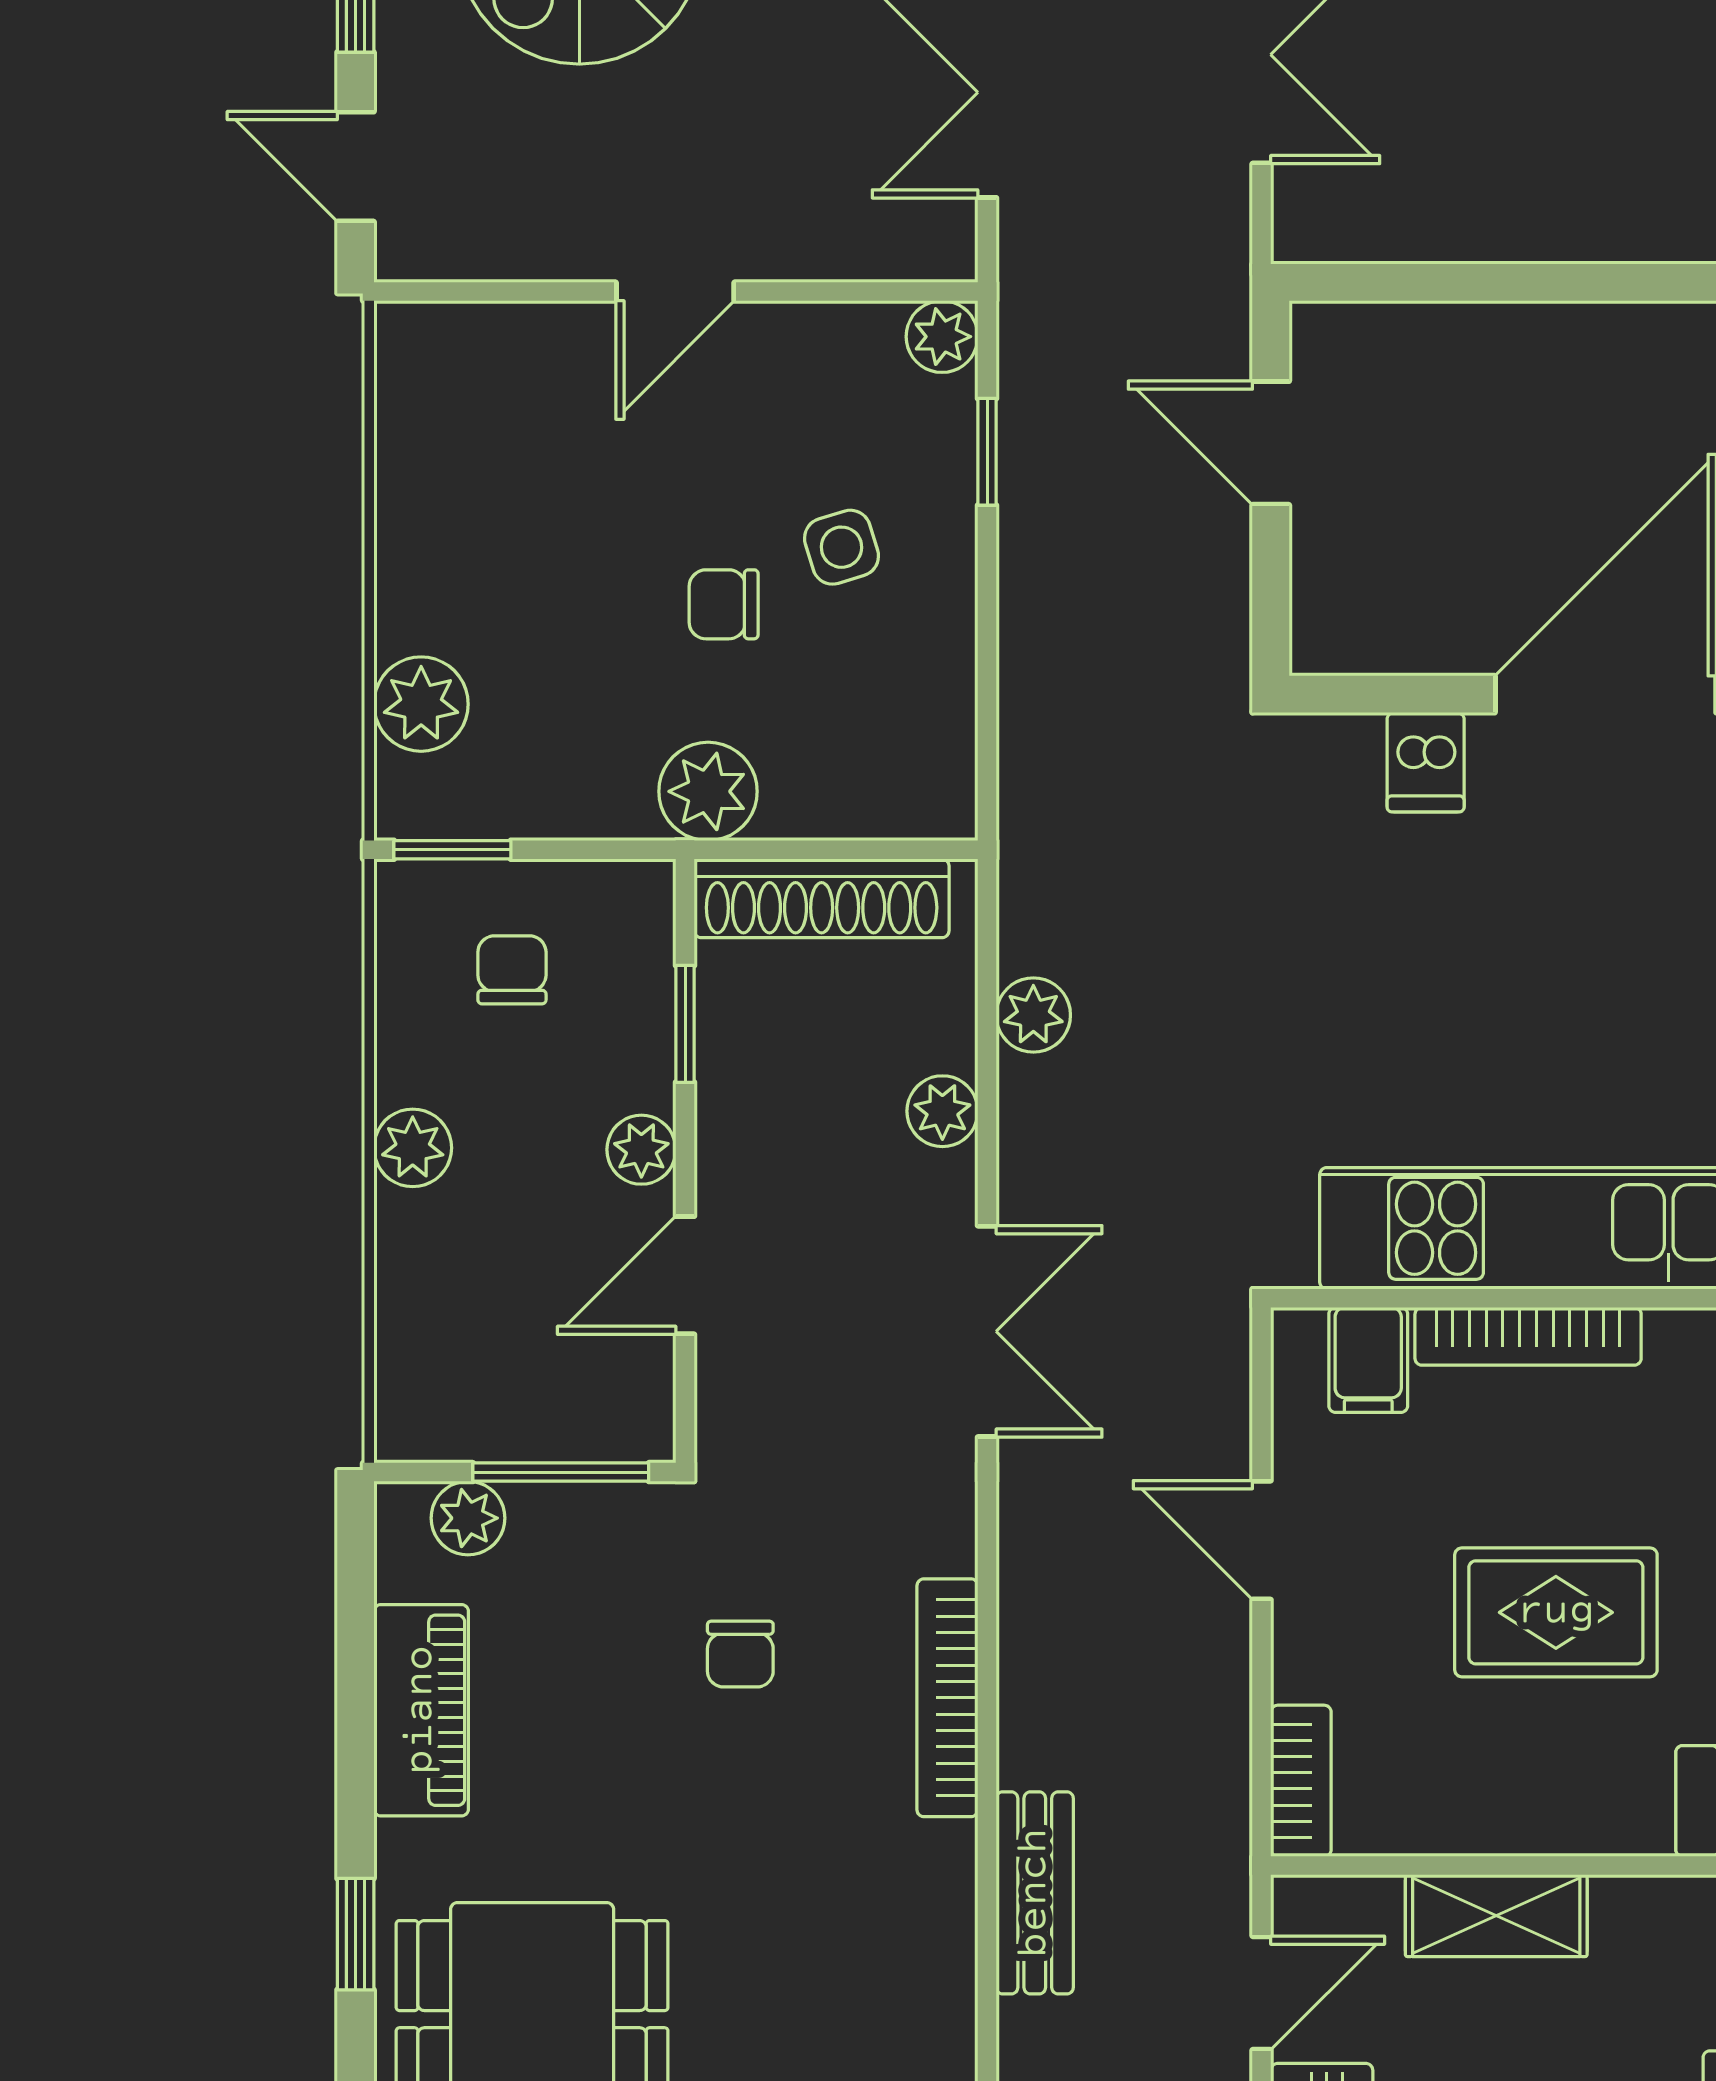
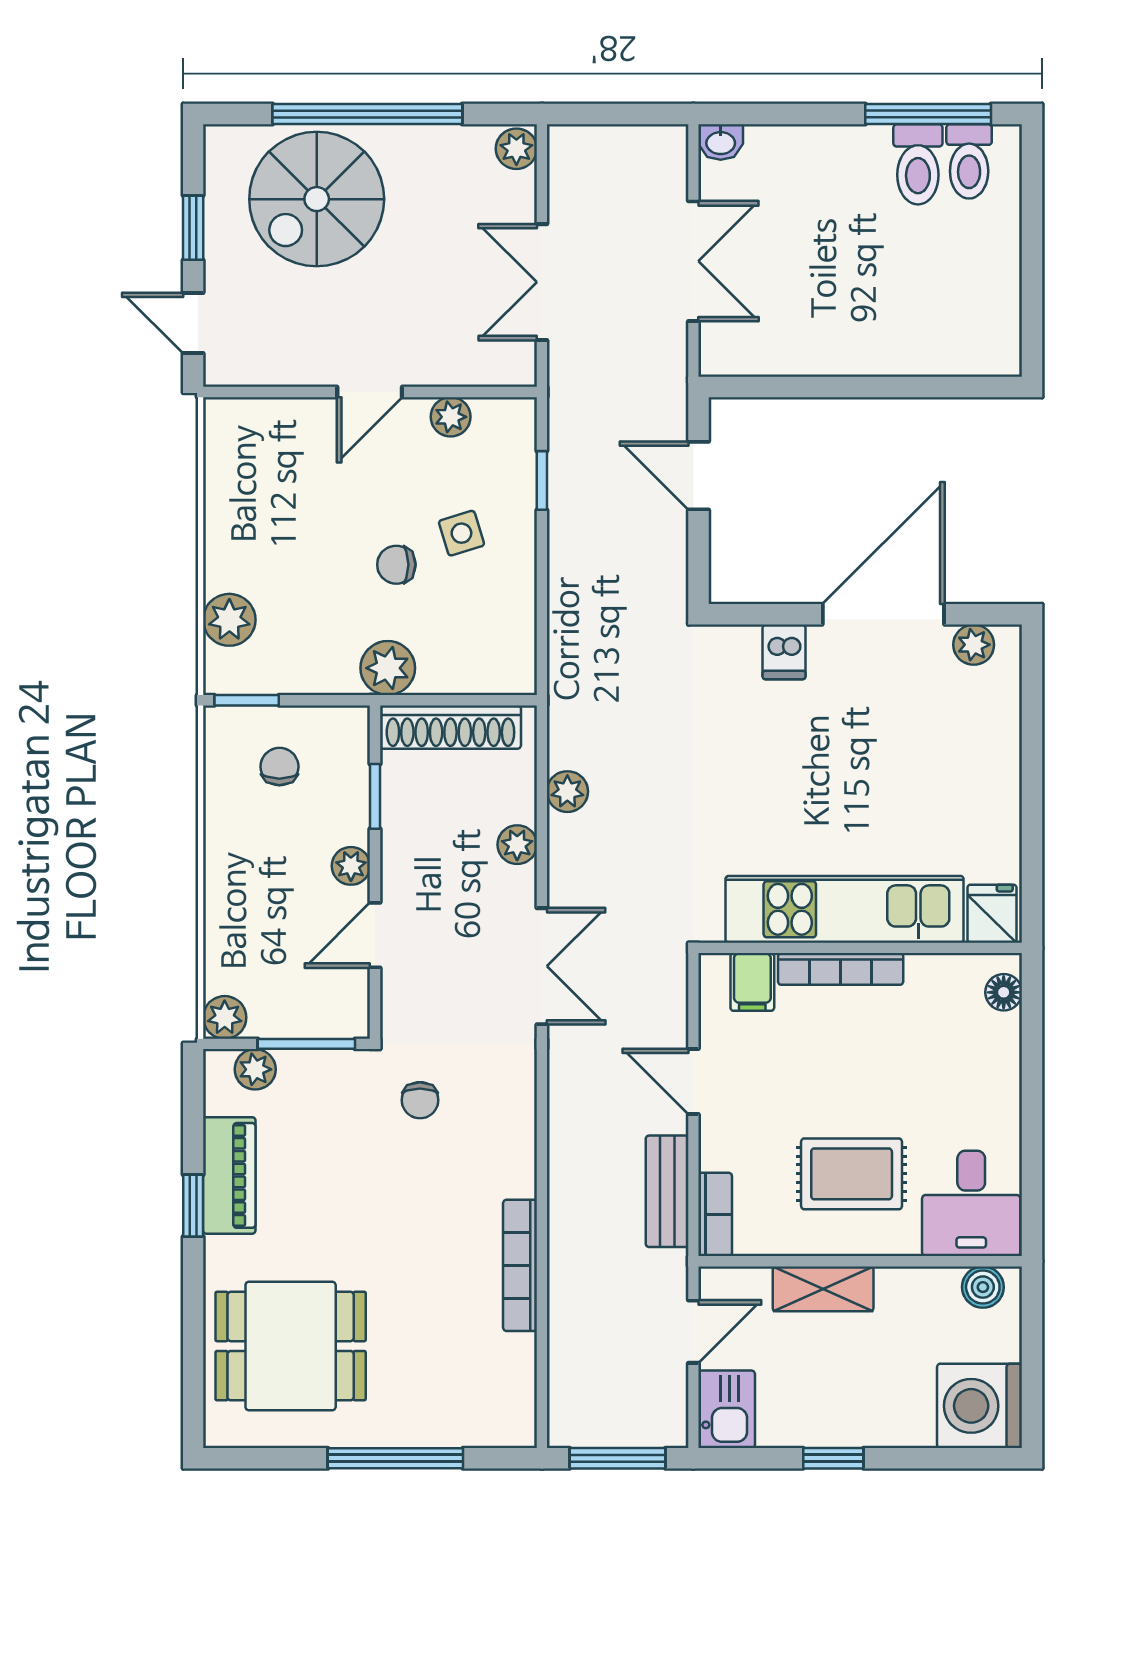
plant: (942, 337) -> (451, 417), moved
plant: (413, 1148) -> (225, 1017), moved
rug: (1556, 1612) -> (852, 1174), moved
chair: (740, 1654) -> (420, 1100), moved
bookcase: (947, 1698) -> (520, 1265), moved
bench: (1035, 1893) -> (667, 1191), moved
window: (356, 1934) -> (193, 1206), moved

